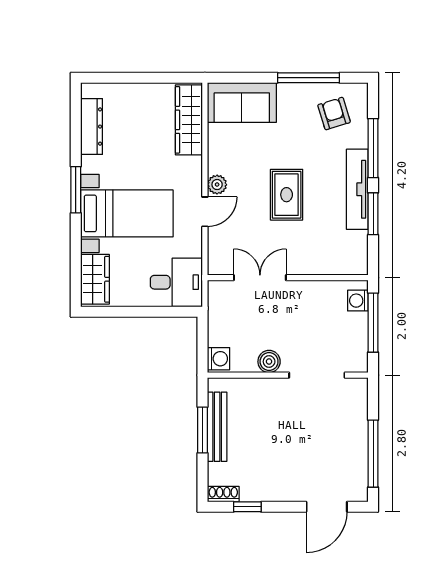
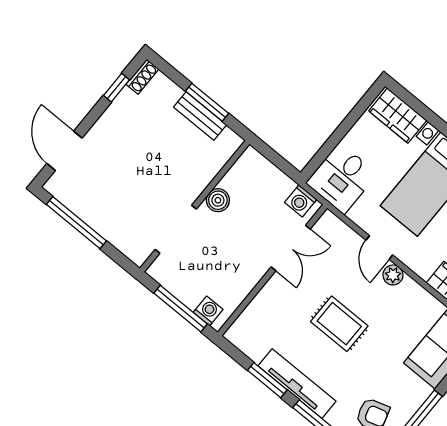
washing machine: (219, 359) -> (301, 201), moved
bench: (217, 427) -> (200, 116), width x0.73

